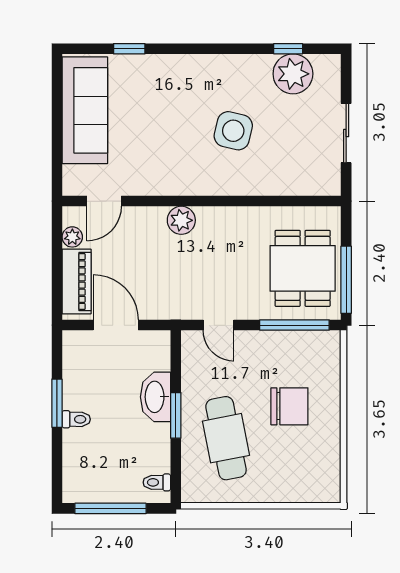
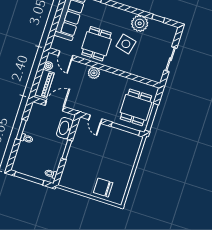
plant: (293, 74) -> (140, 23), moved
dining table: (166, 152) -> (96, 44), added
door: (104, 201) -> (66, 55), hinge flipped
door: (116, 325) -> (55, 106), hinge flipped
washbasin: (155, 397) -> (65, 128), moved
chair: (289, 406) -> (103, 188), moved, turned 180
cafe table: (226, 438) -> (84, 165), removed

